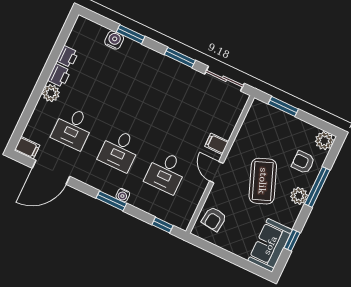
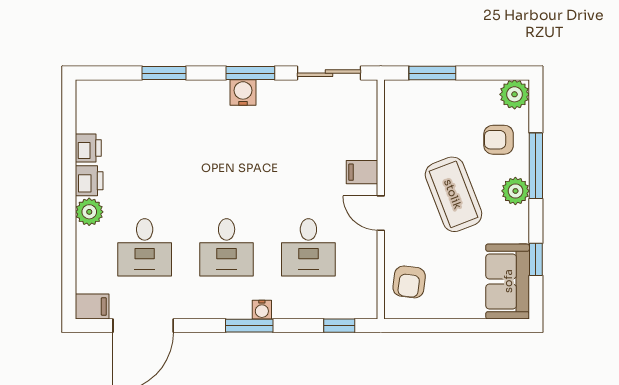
water cooler: (114, 40) -> (243, 93), moved

